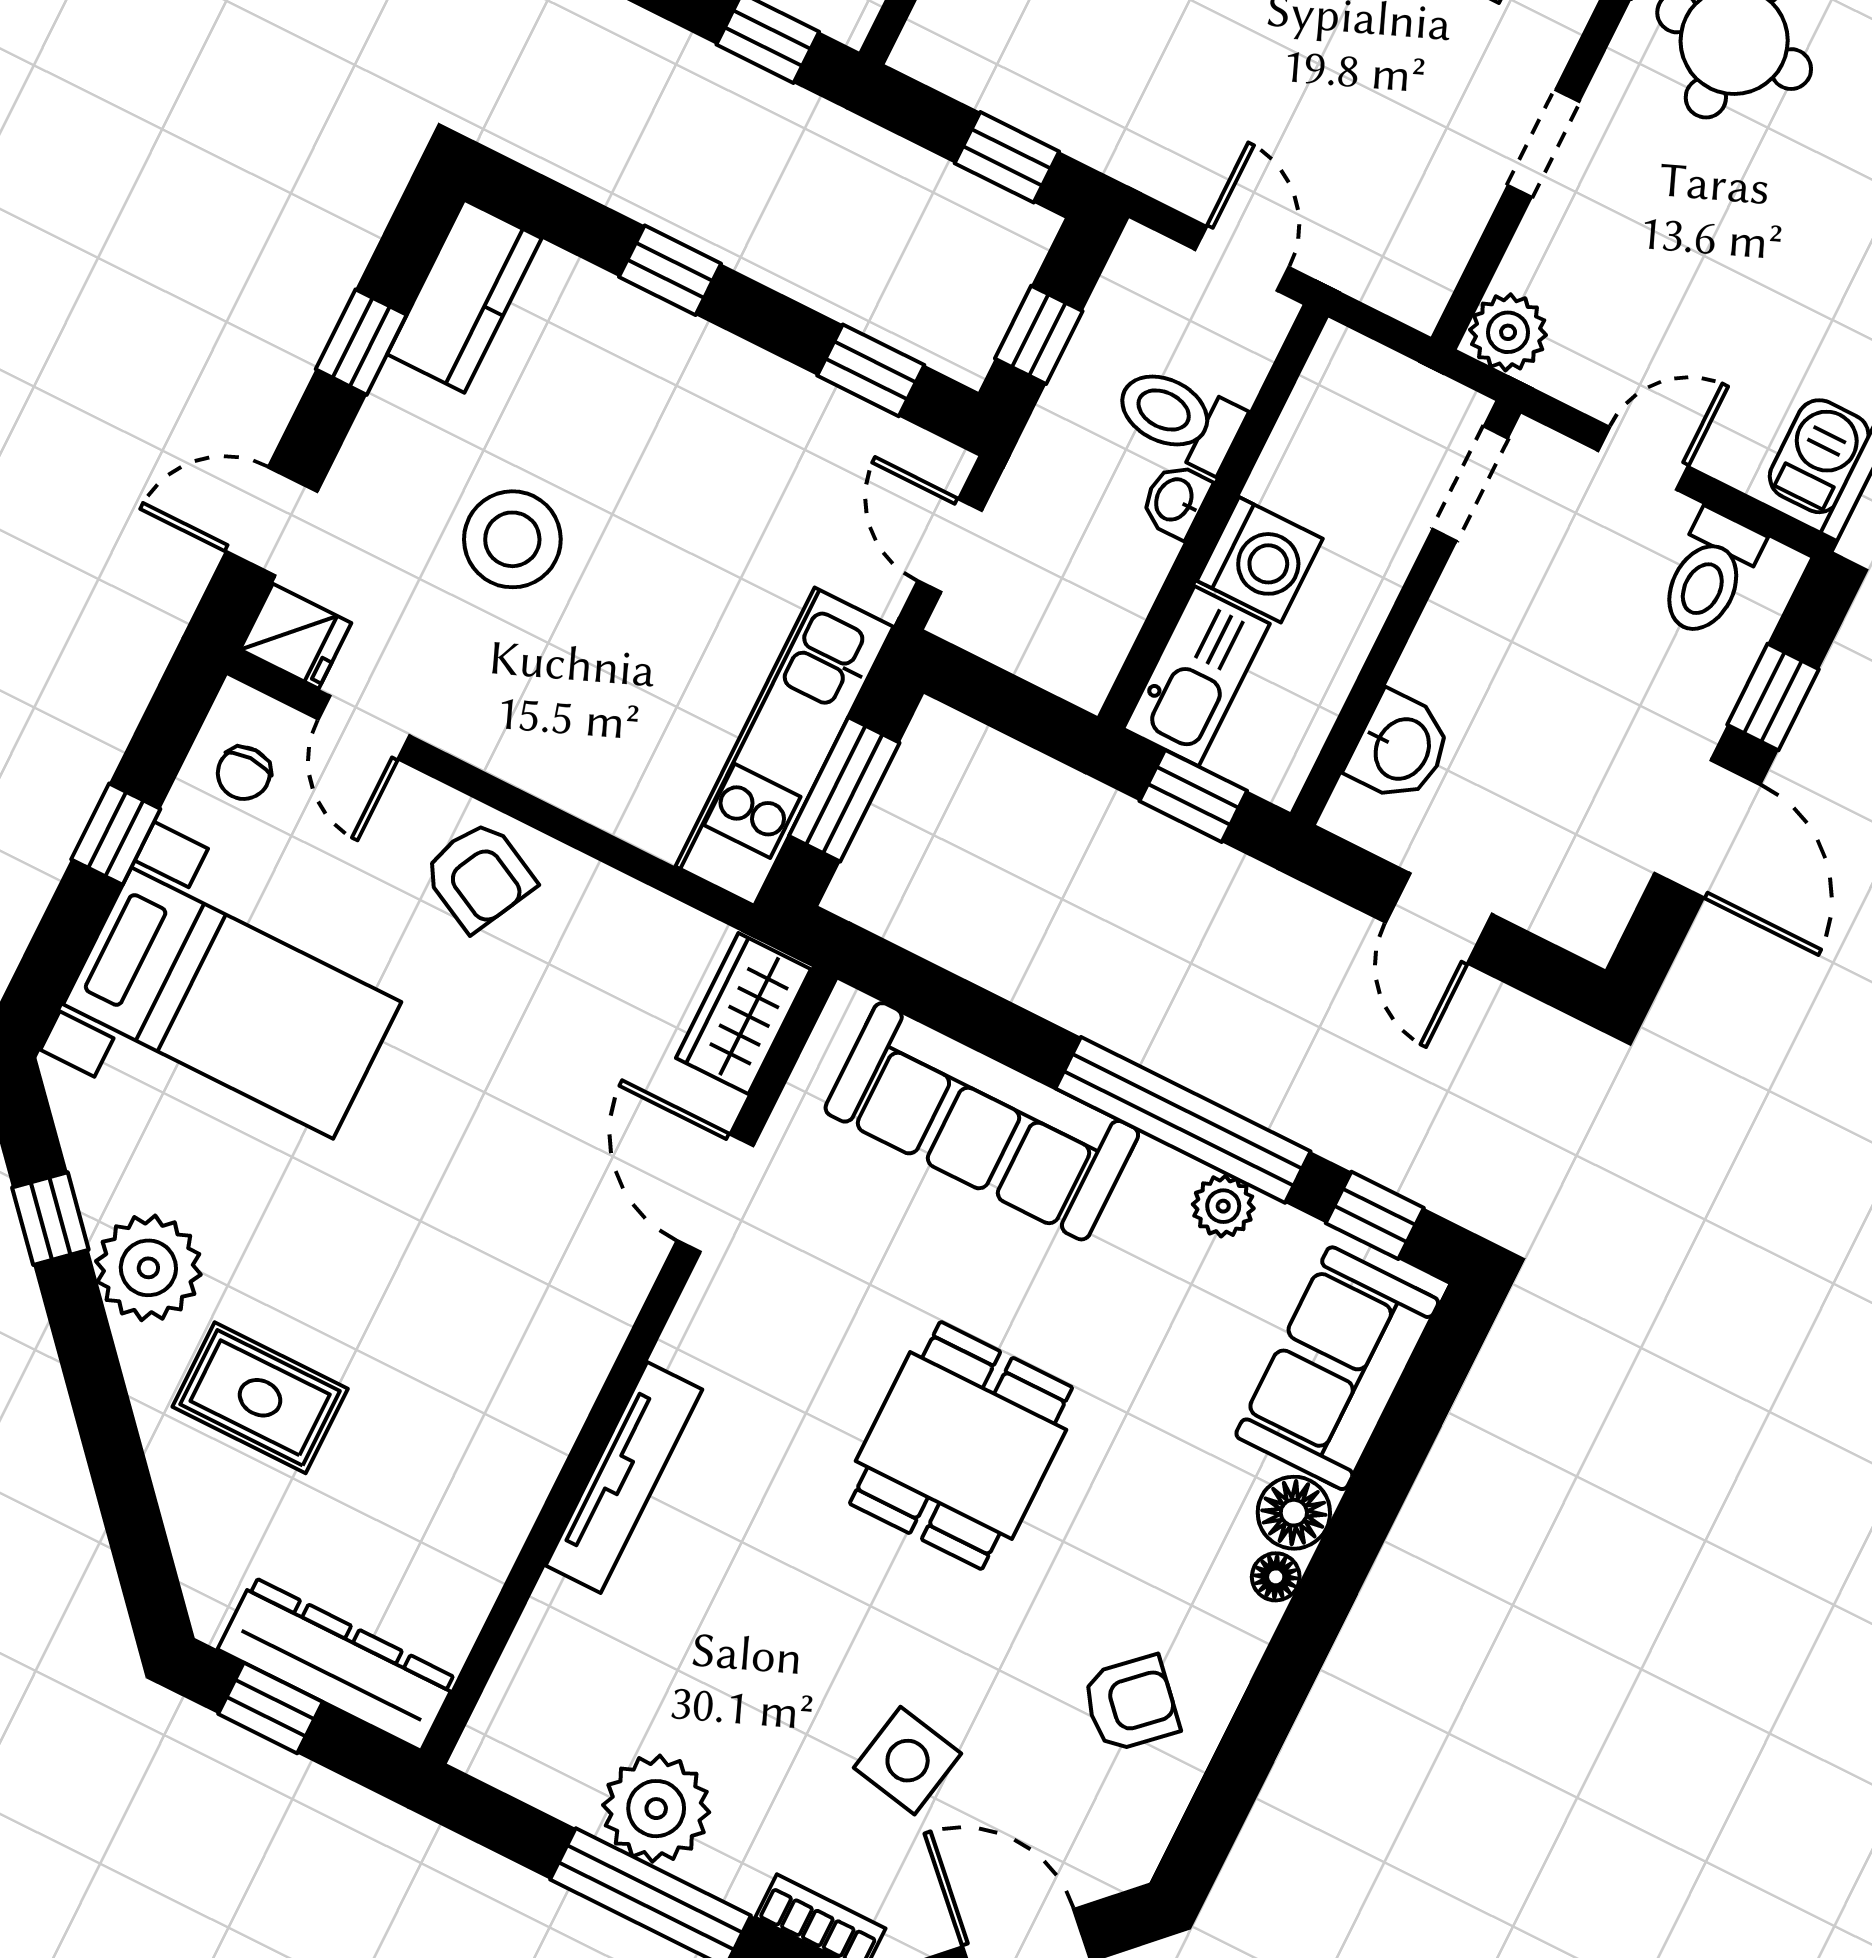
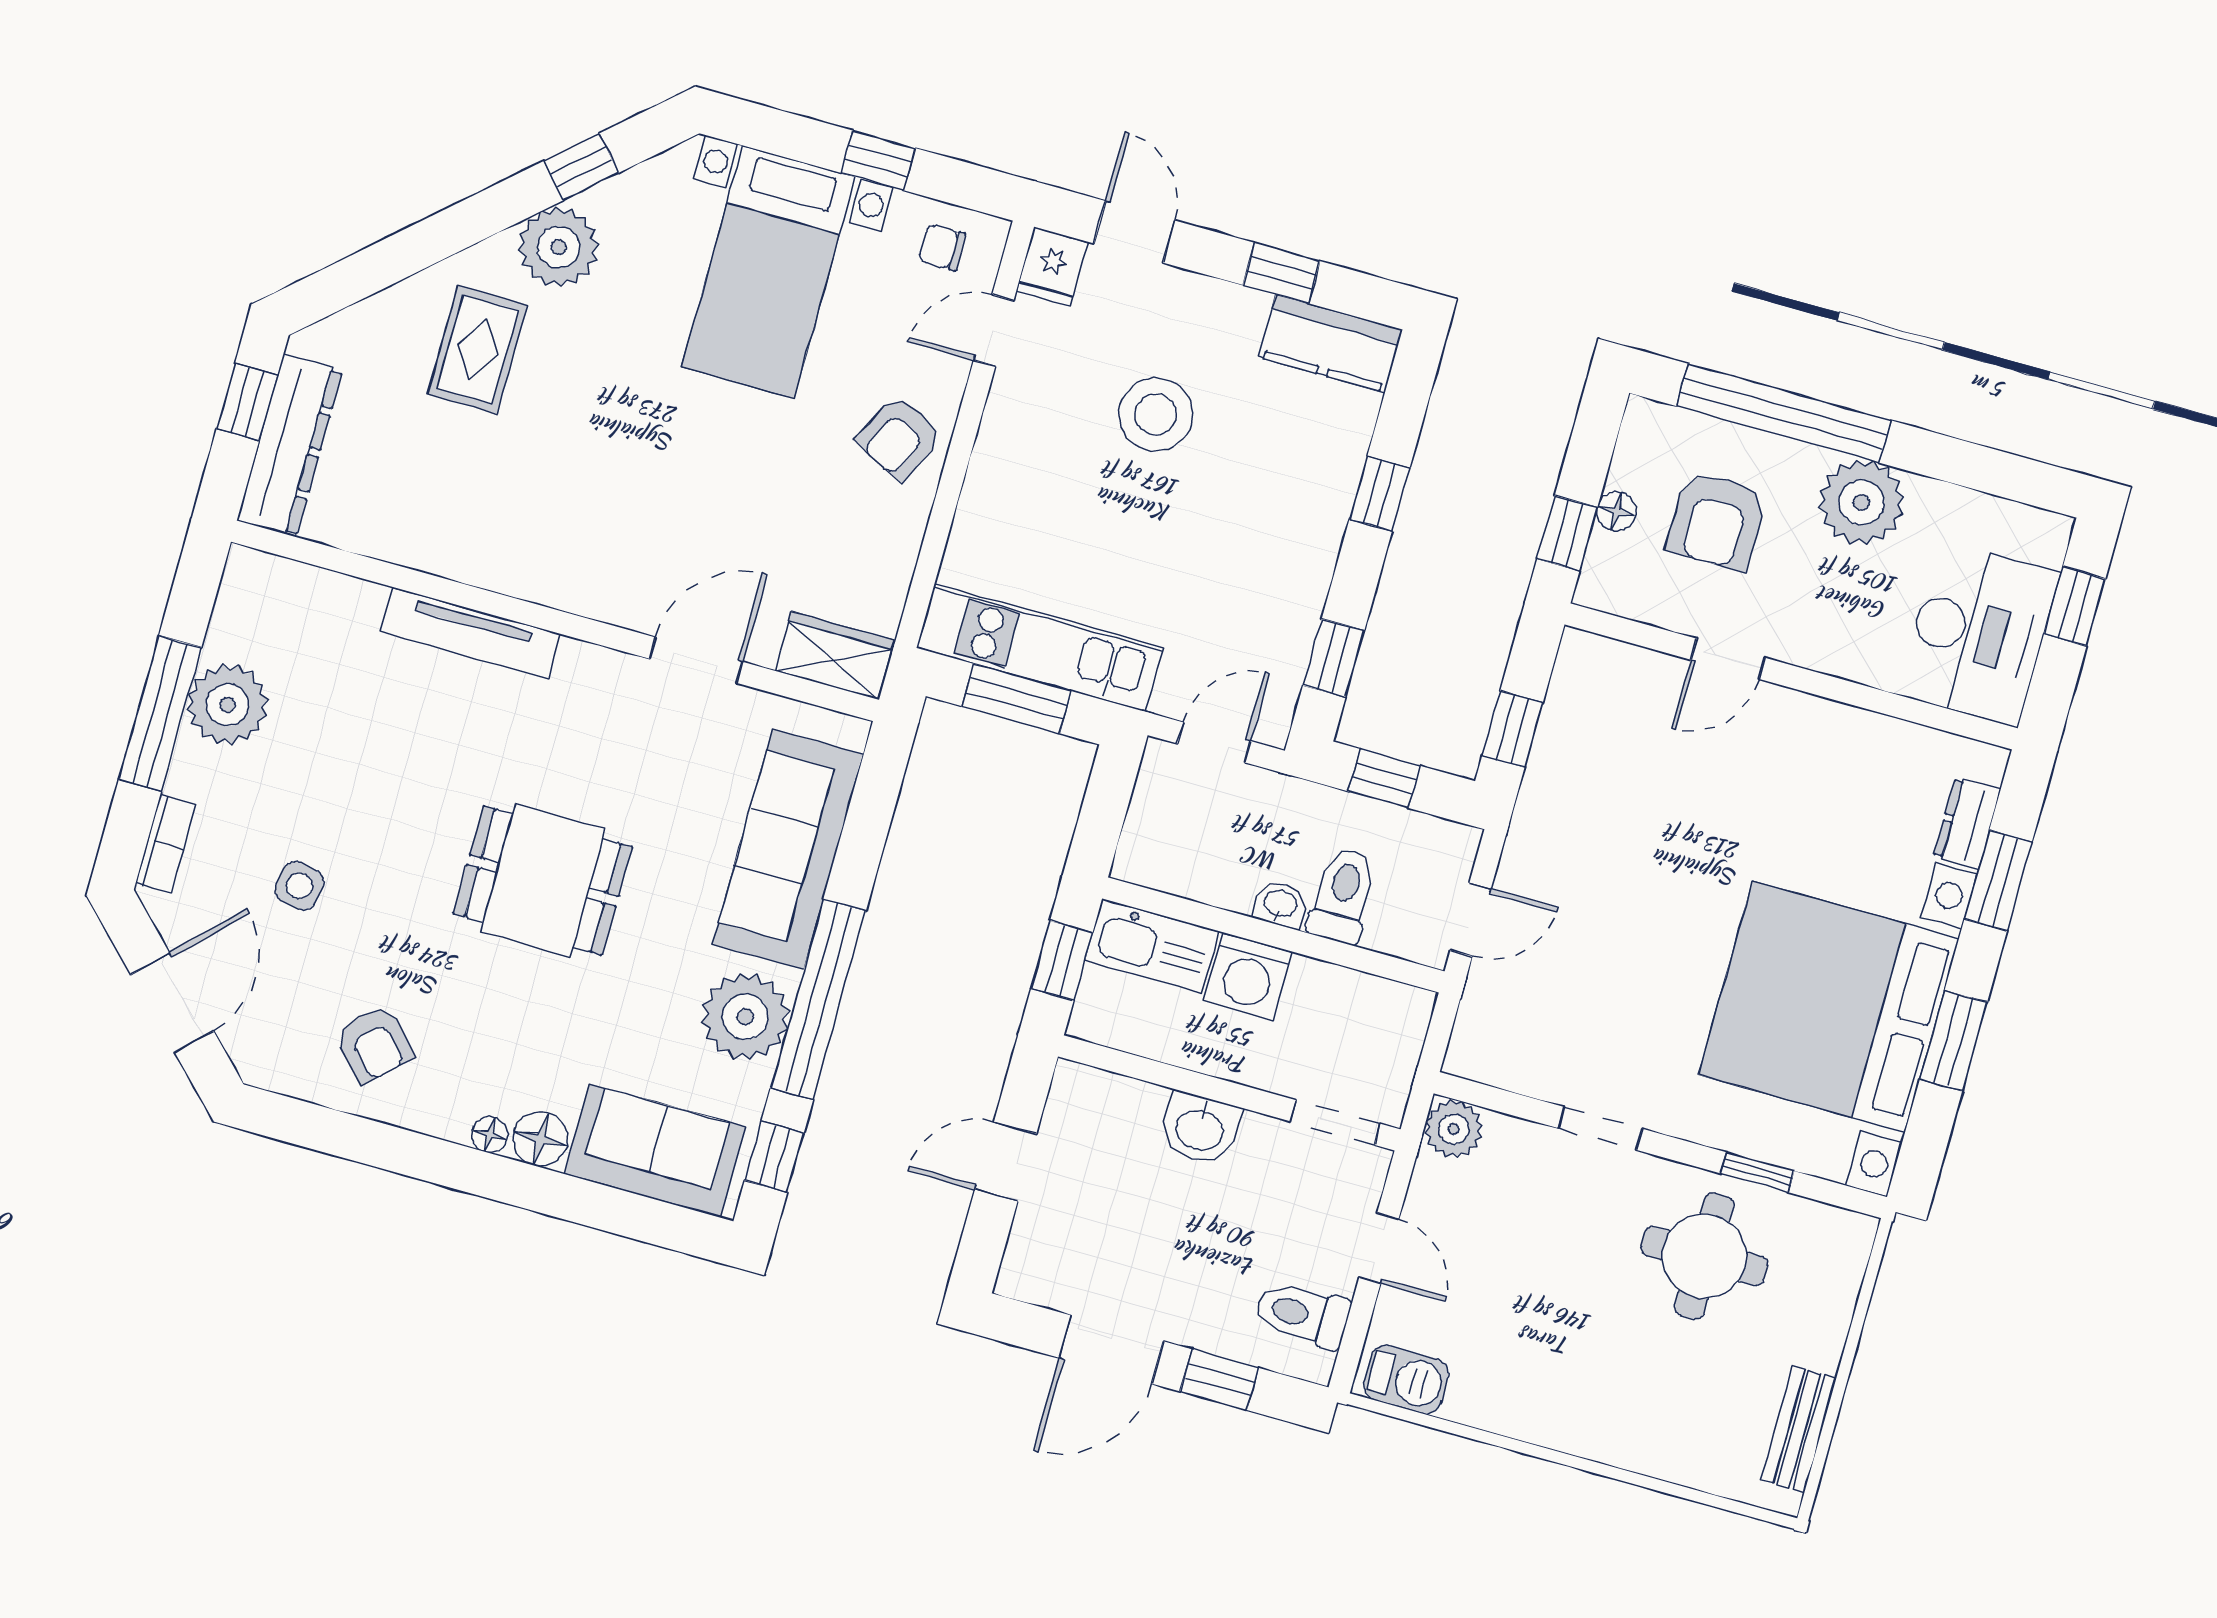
washbasin: (1400, 748) -> (1200, 1128), moved
plant: (1223, 1206) -> (745, 1017), width x1.87, depth x1.87
side table: (908, 1761) -> (299, 886), width x0.73, depth x0.73

